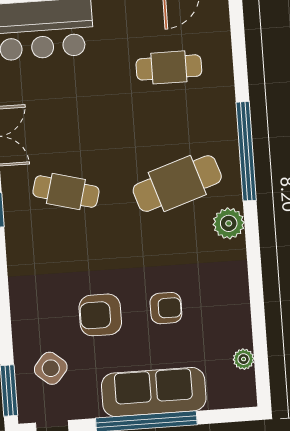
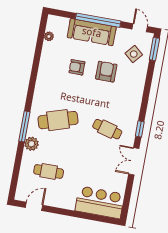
window: (246, 151) -> (24, 126), width x0.68
plant: (229, 223) -> (32, 144), moved
armchair: (100, 315) -> (106, 72), turned -90

